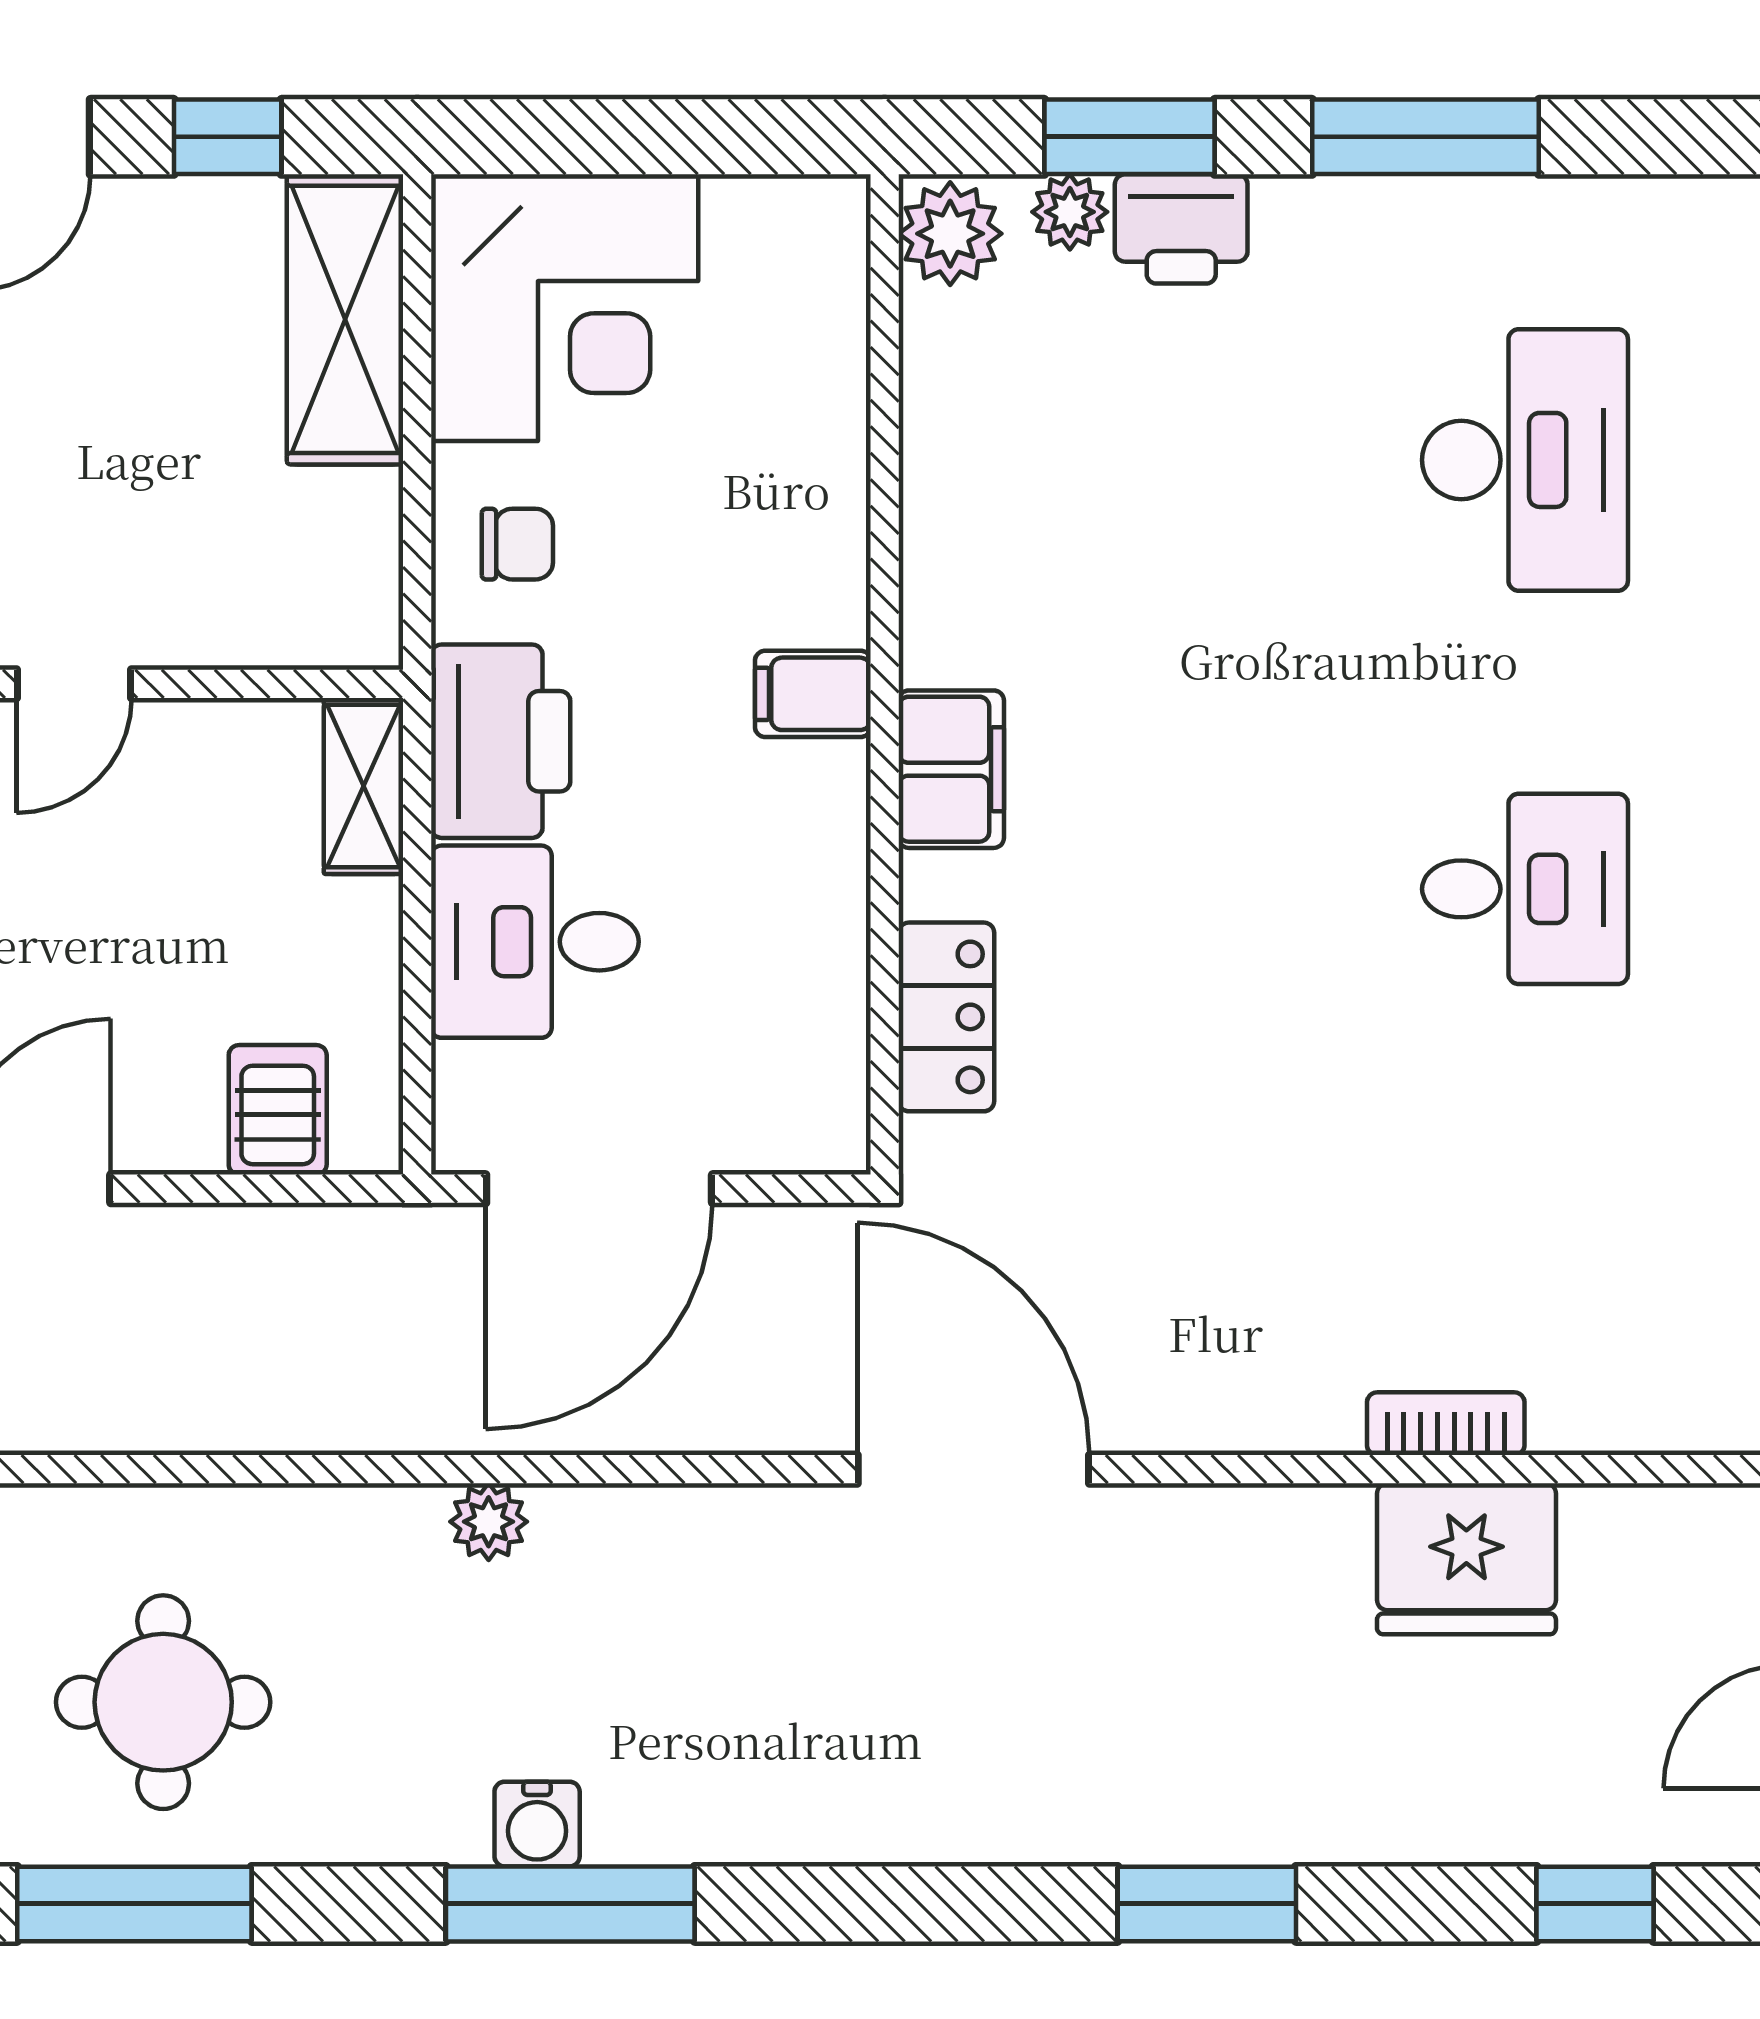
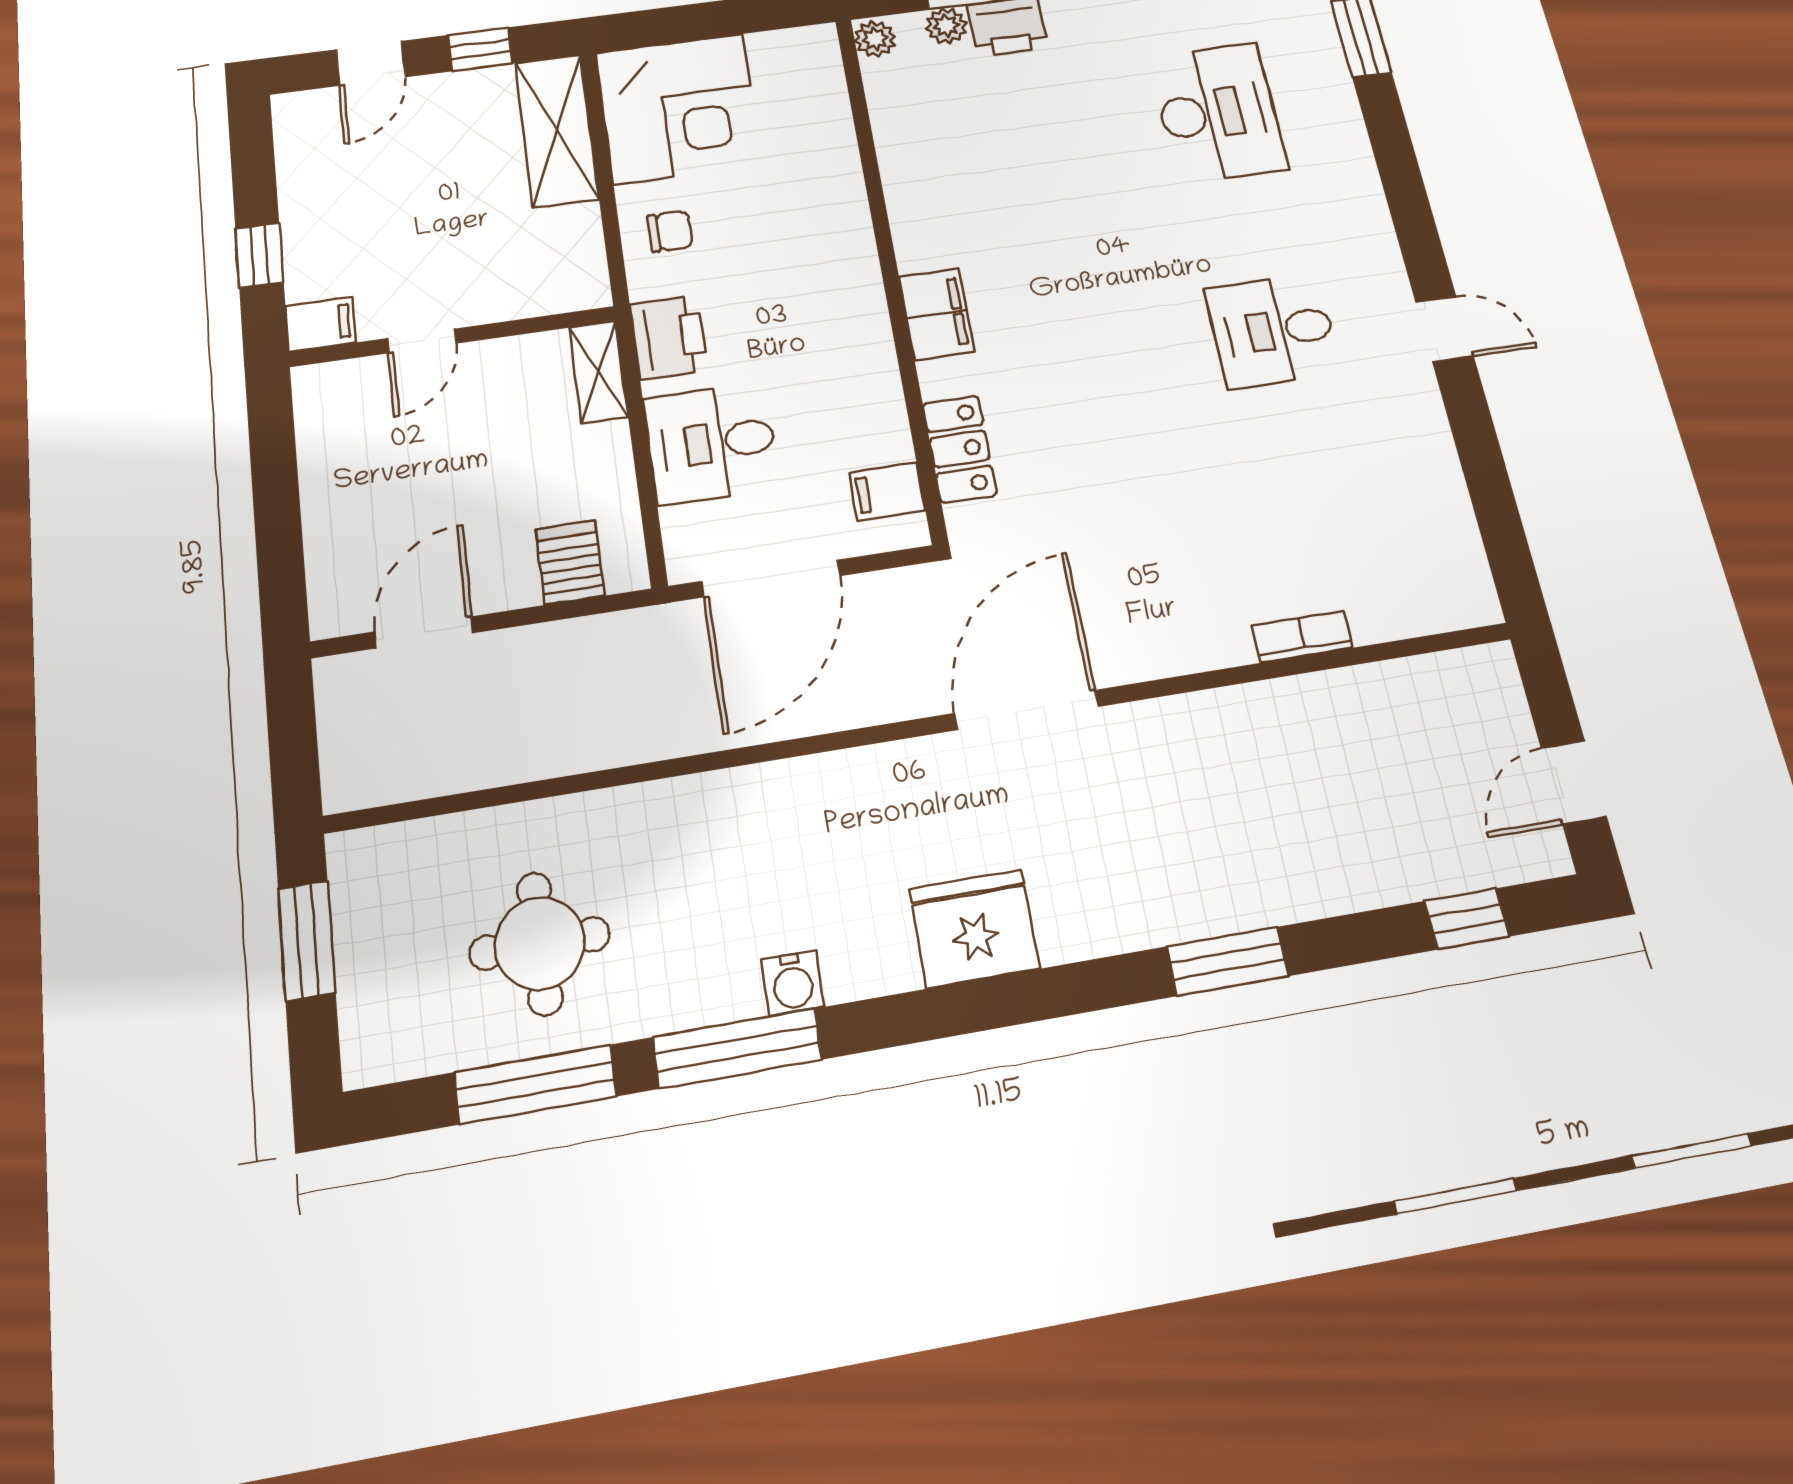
plant: (950, 234) -> (875, 39), width x0.73, depth x0.73
filing cabinet: (813, 694) -> (887, 491), moved
printer: (501, 741) -> (669, 337), width x0.73, depth x0.84
desk: (1525, 889) -> (1273, 331), turned 180
door: (973, 1469) -> (1027, 710), hinge flipped
plant: (489, 1522) -> (733, 792), removed
fridge: (1466, 1559) -> (974, 929), moved, turned 180
window: (570, 1904) -> (737, 1048), moved

